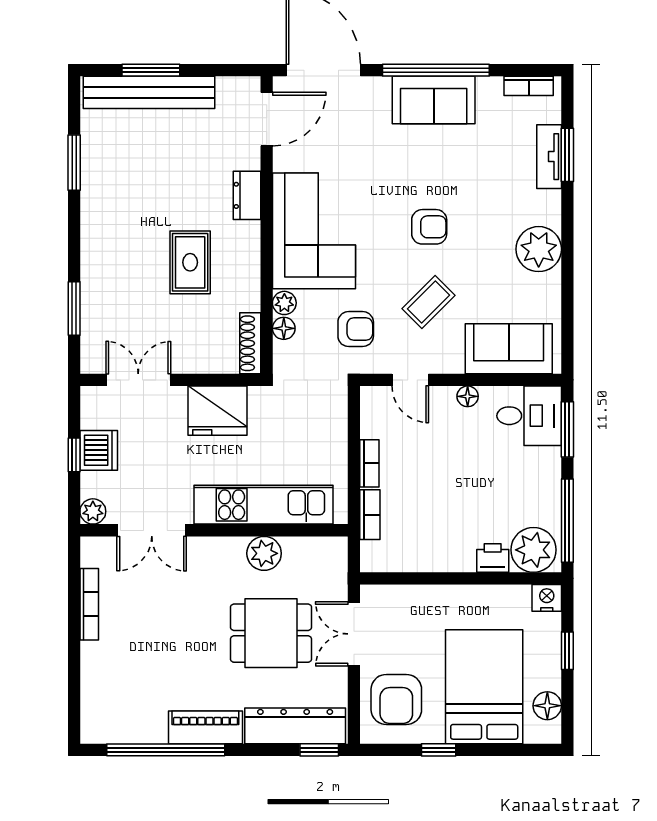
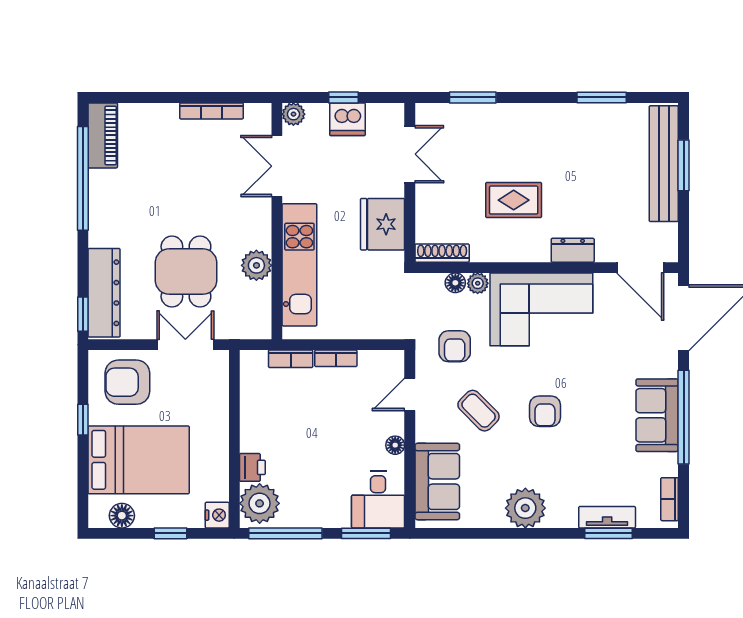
piano: (205, 727) -> (103, 135), moved

